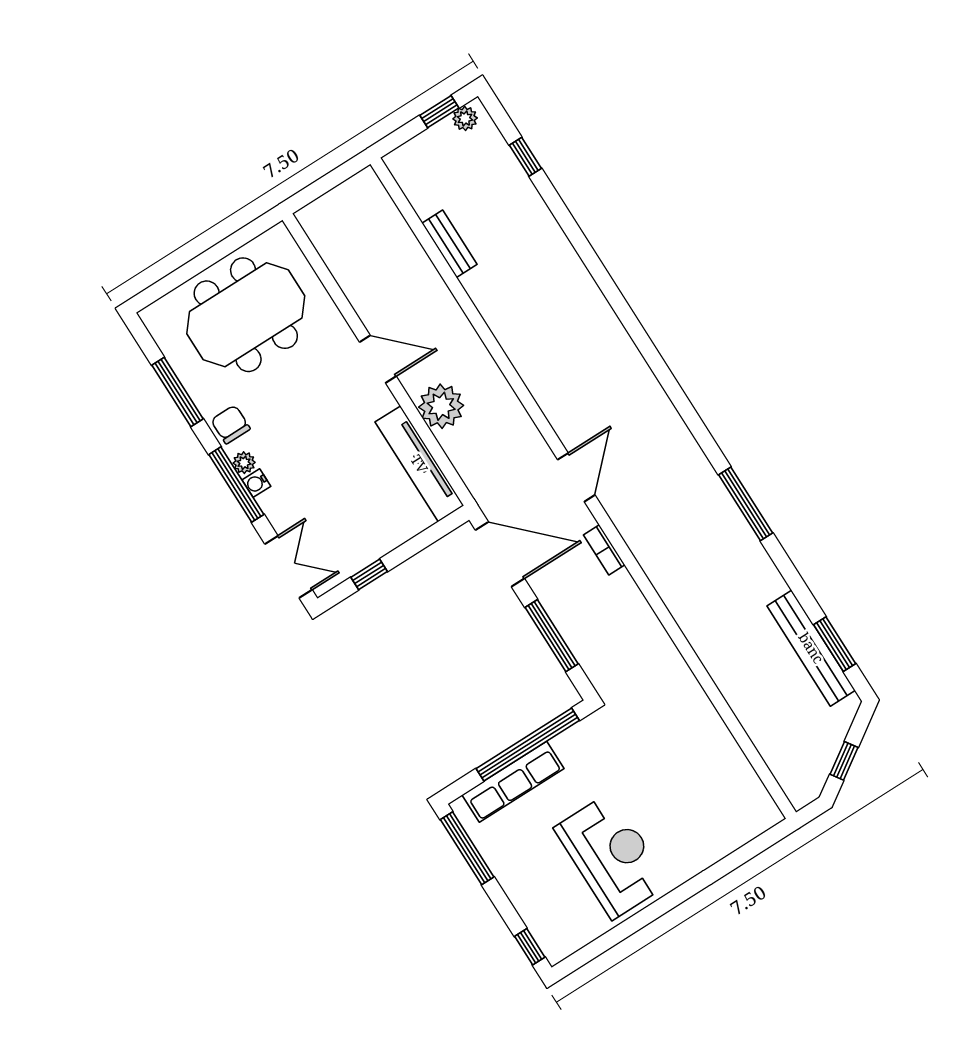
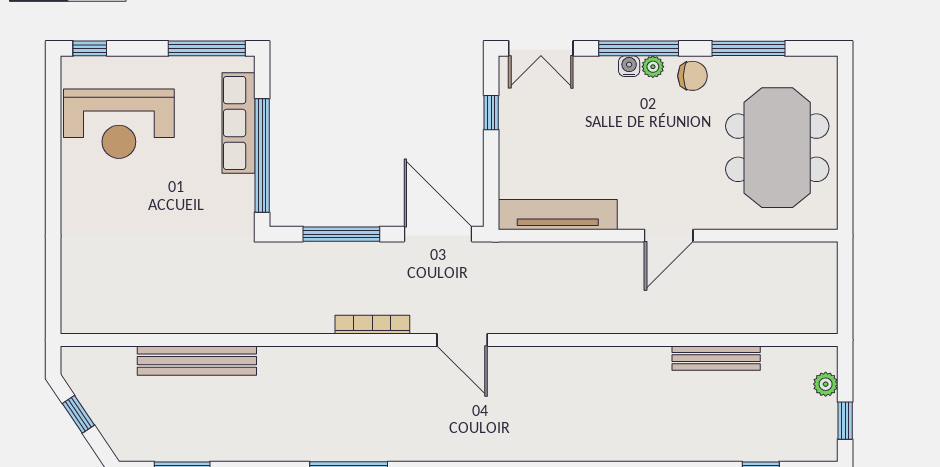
plant: (465, 118) -> (826, 384), moved
bench: (449, 244) -> (716, 358), width x1.36
plant: (441, 406) -> (595, 264), removed
bookcase: (604, 550) -> (372, 325), width x1.56
door: (500, 554) -> (438, 234), swing flipped
bench: (811, 648) -> (197, 361), moved
reception desk: (612, 856) -> (119, 124), moved

